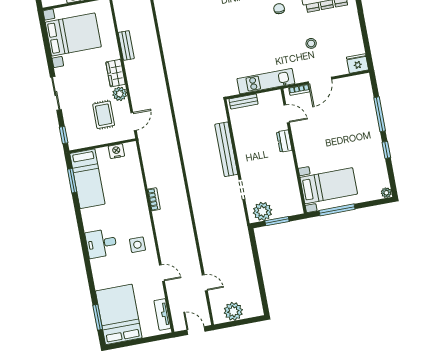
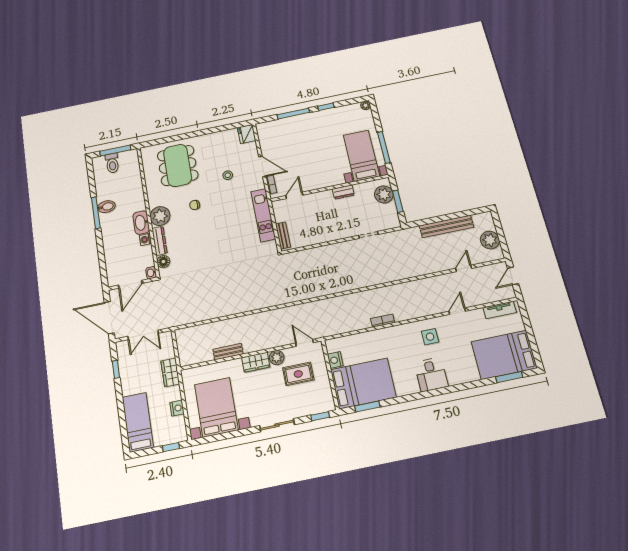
dresser: (284, 141) -> (343, 192), moved
bench: (226, 149) -> (447, 226), moved
bed: (87, 179) -> (363, 383), width x1.50
plant: (262, 211) -> (384, 194), moved

